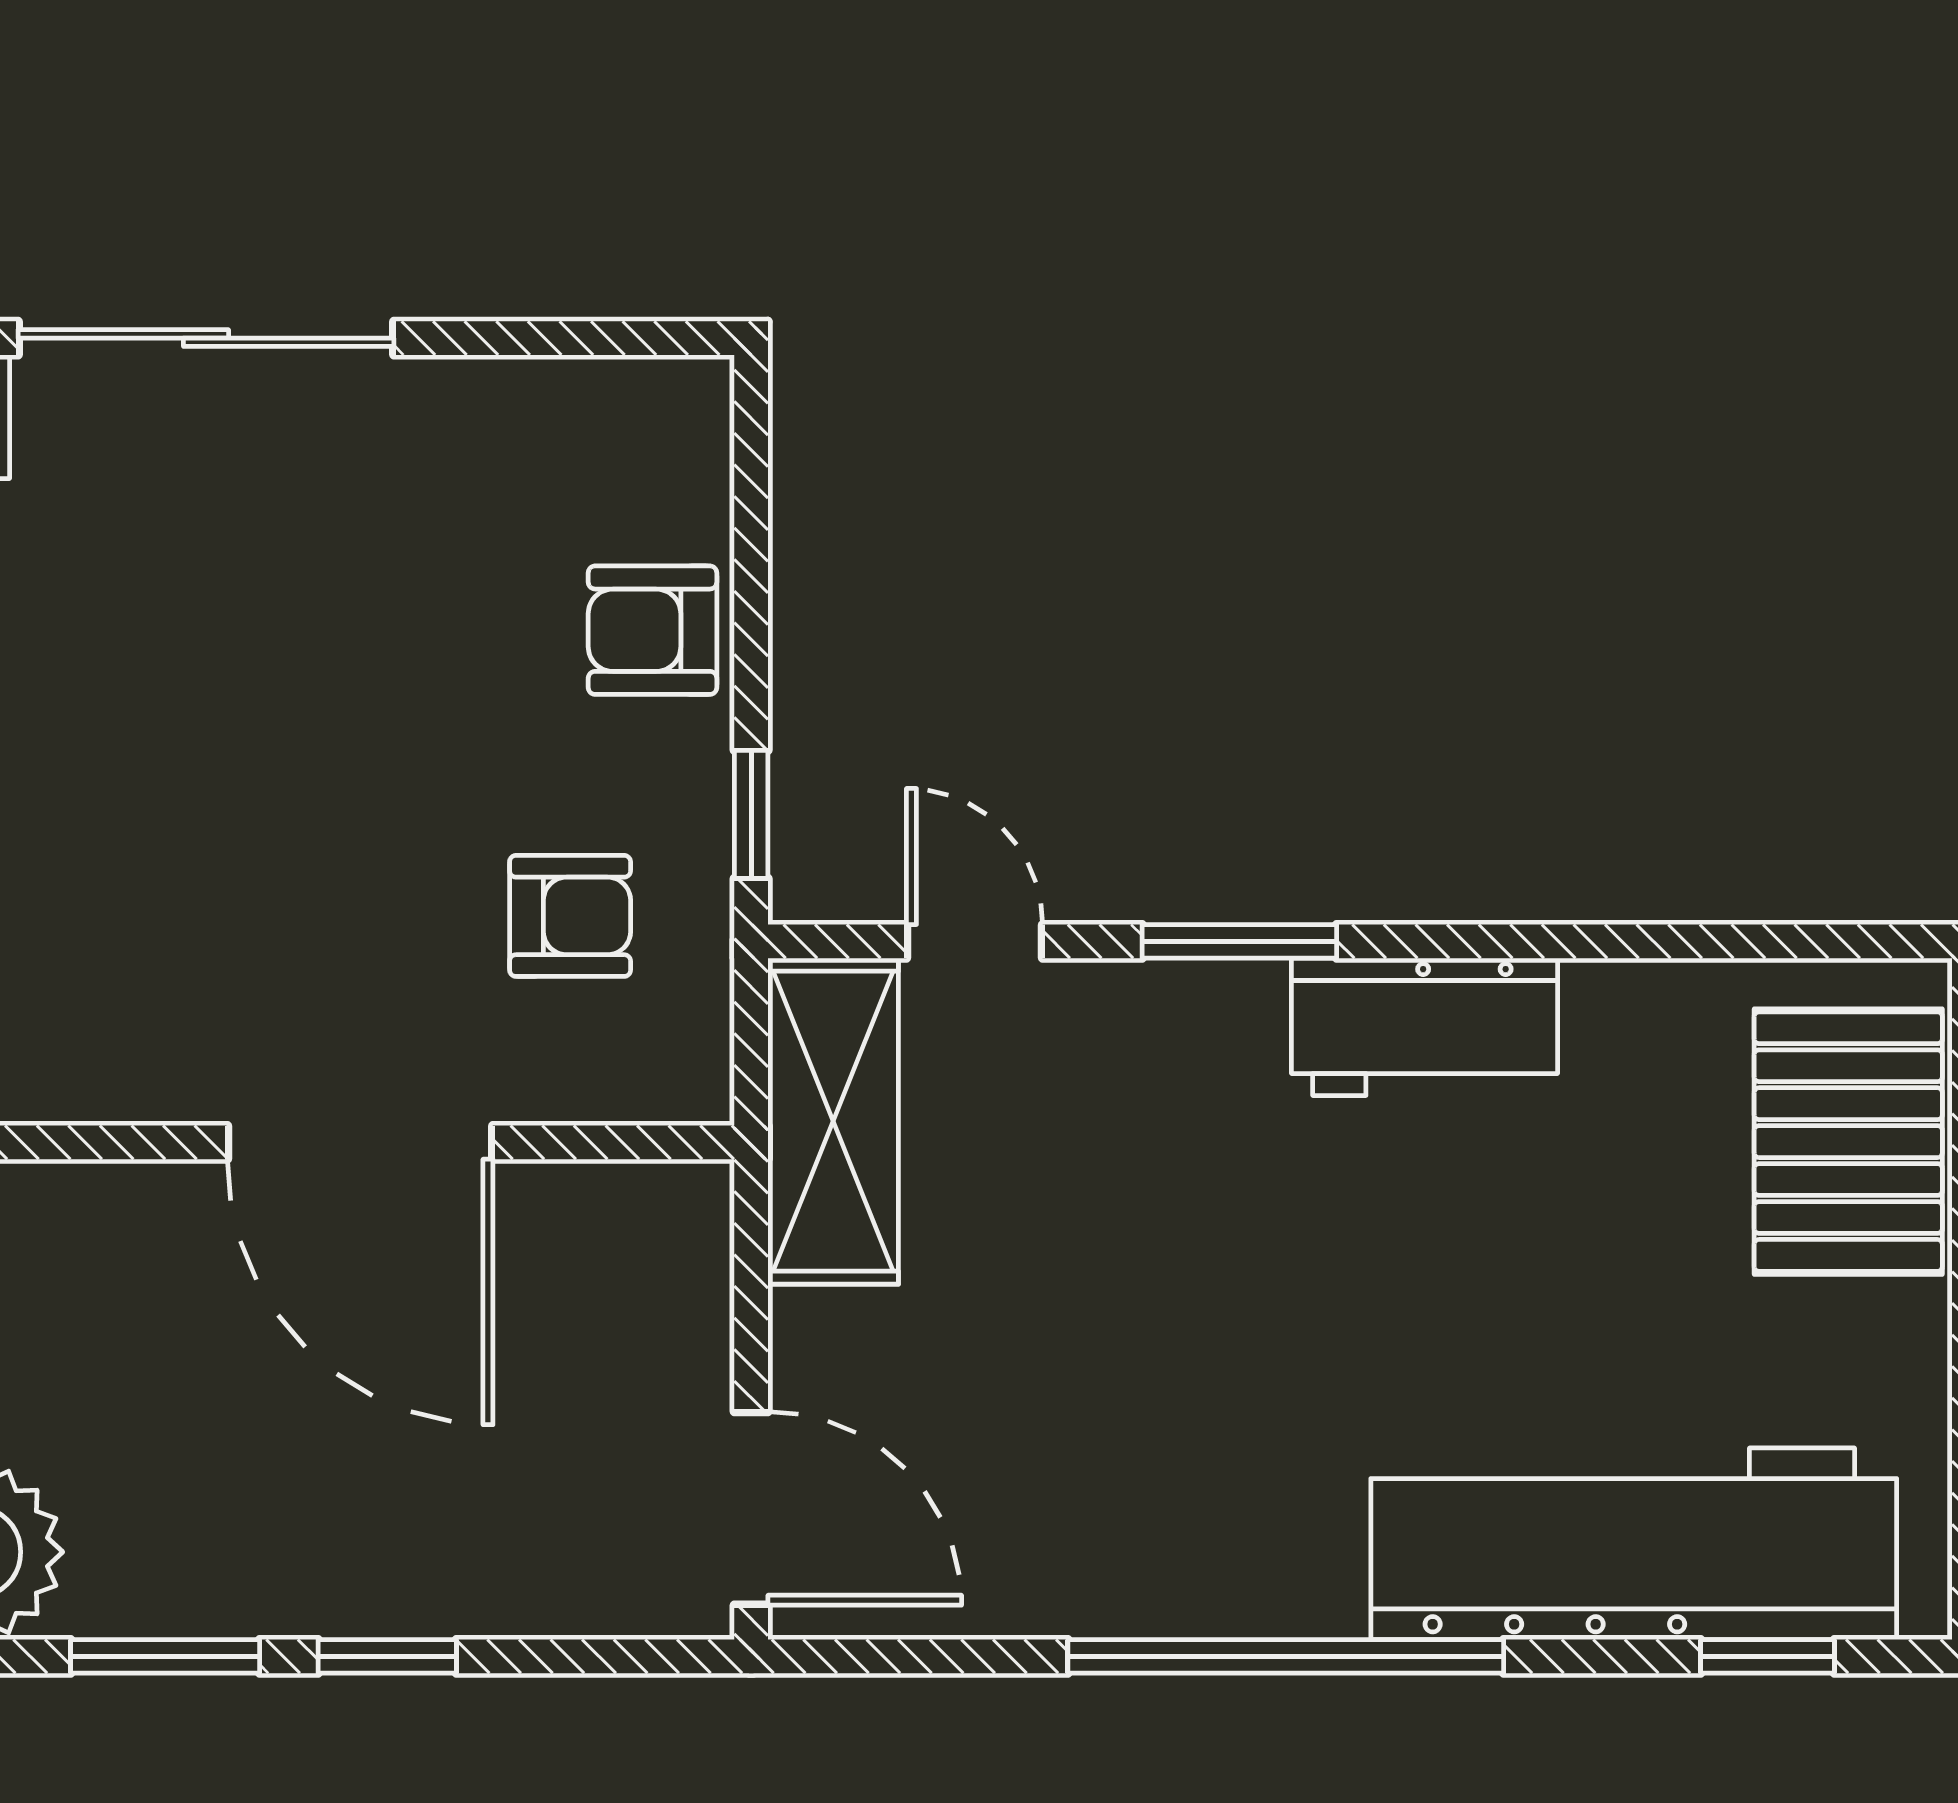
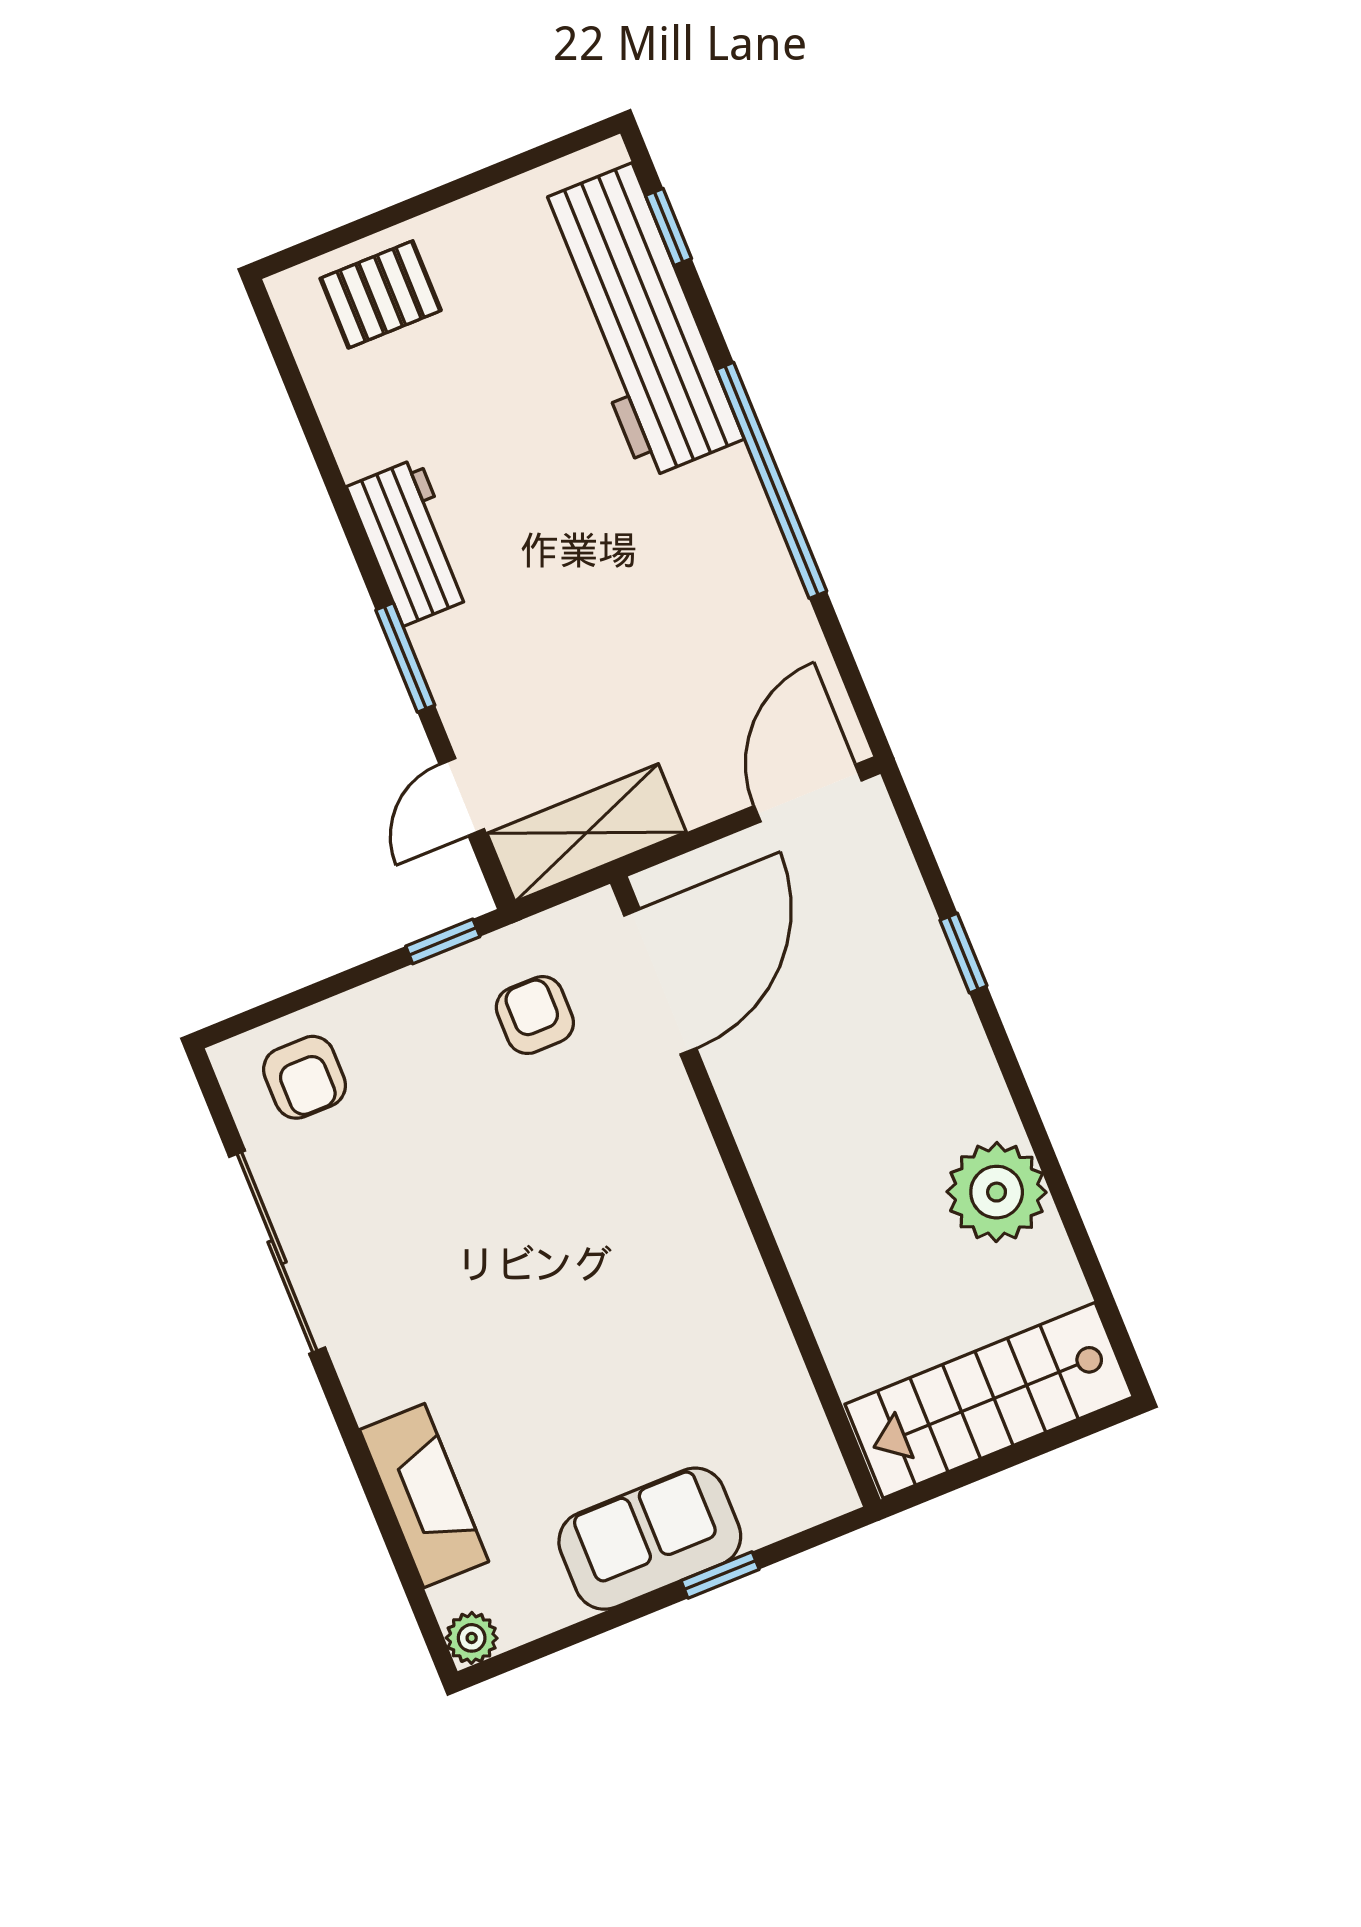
sliding door: (206, 338) -> (277, 1252), moved
armchair: (652, 630) -> (305, 1077), moved
door: (360, 1142) -> (660, 982), moved
pallet: (1848, 1142) -> (381, 294), width x0.67, depth x0.71
window: (165, 1656) -> (1011, 1070), removed

